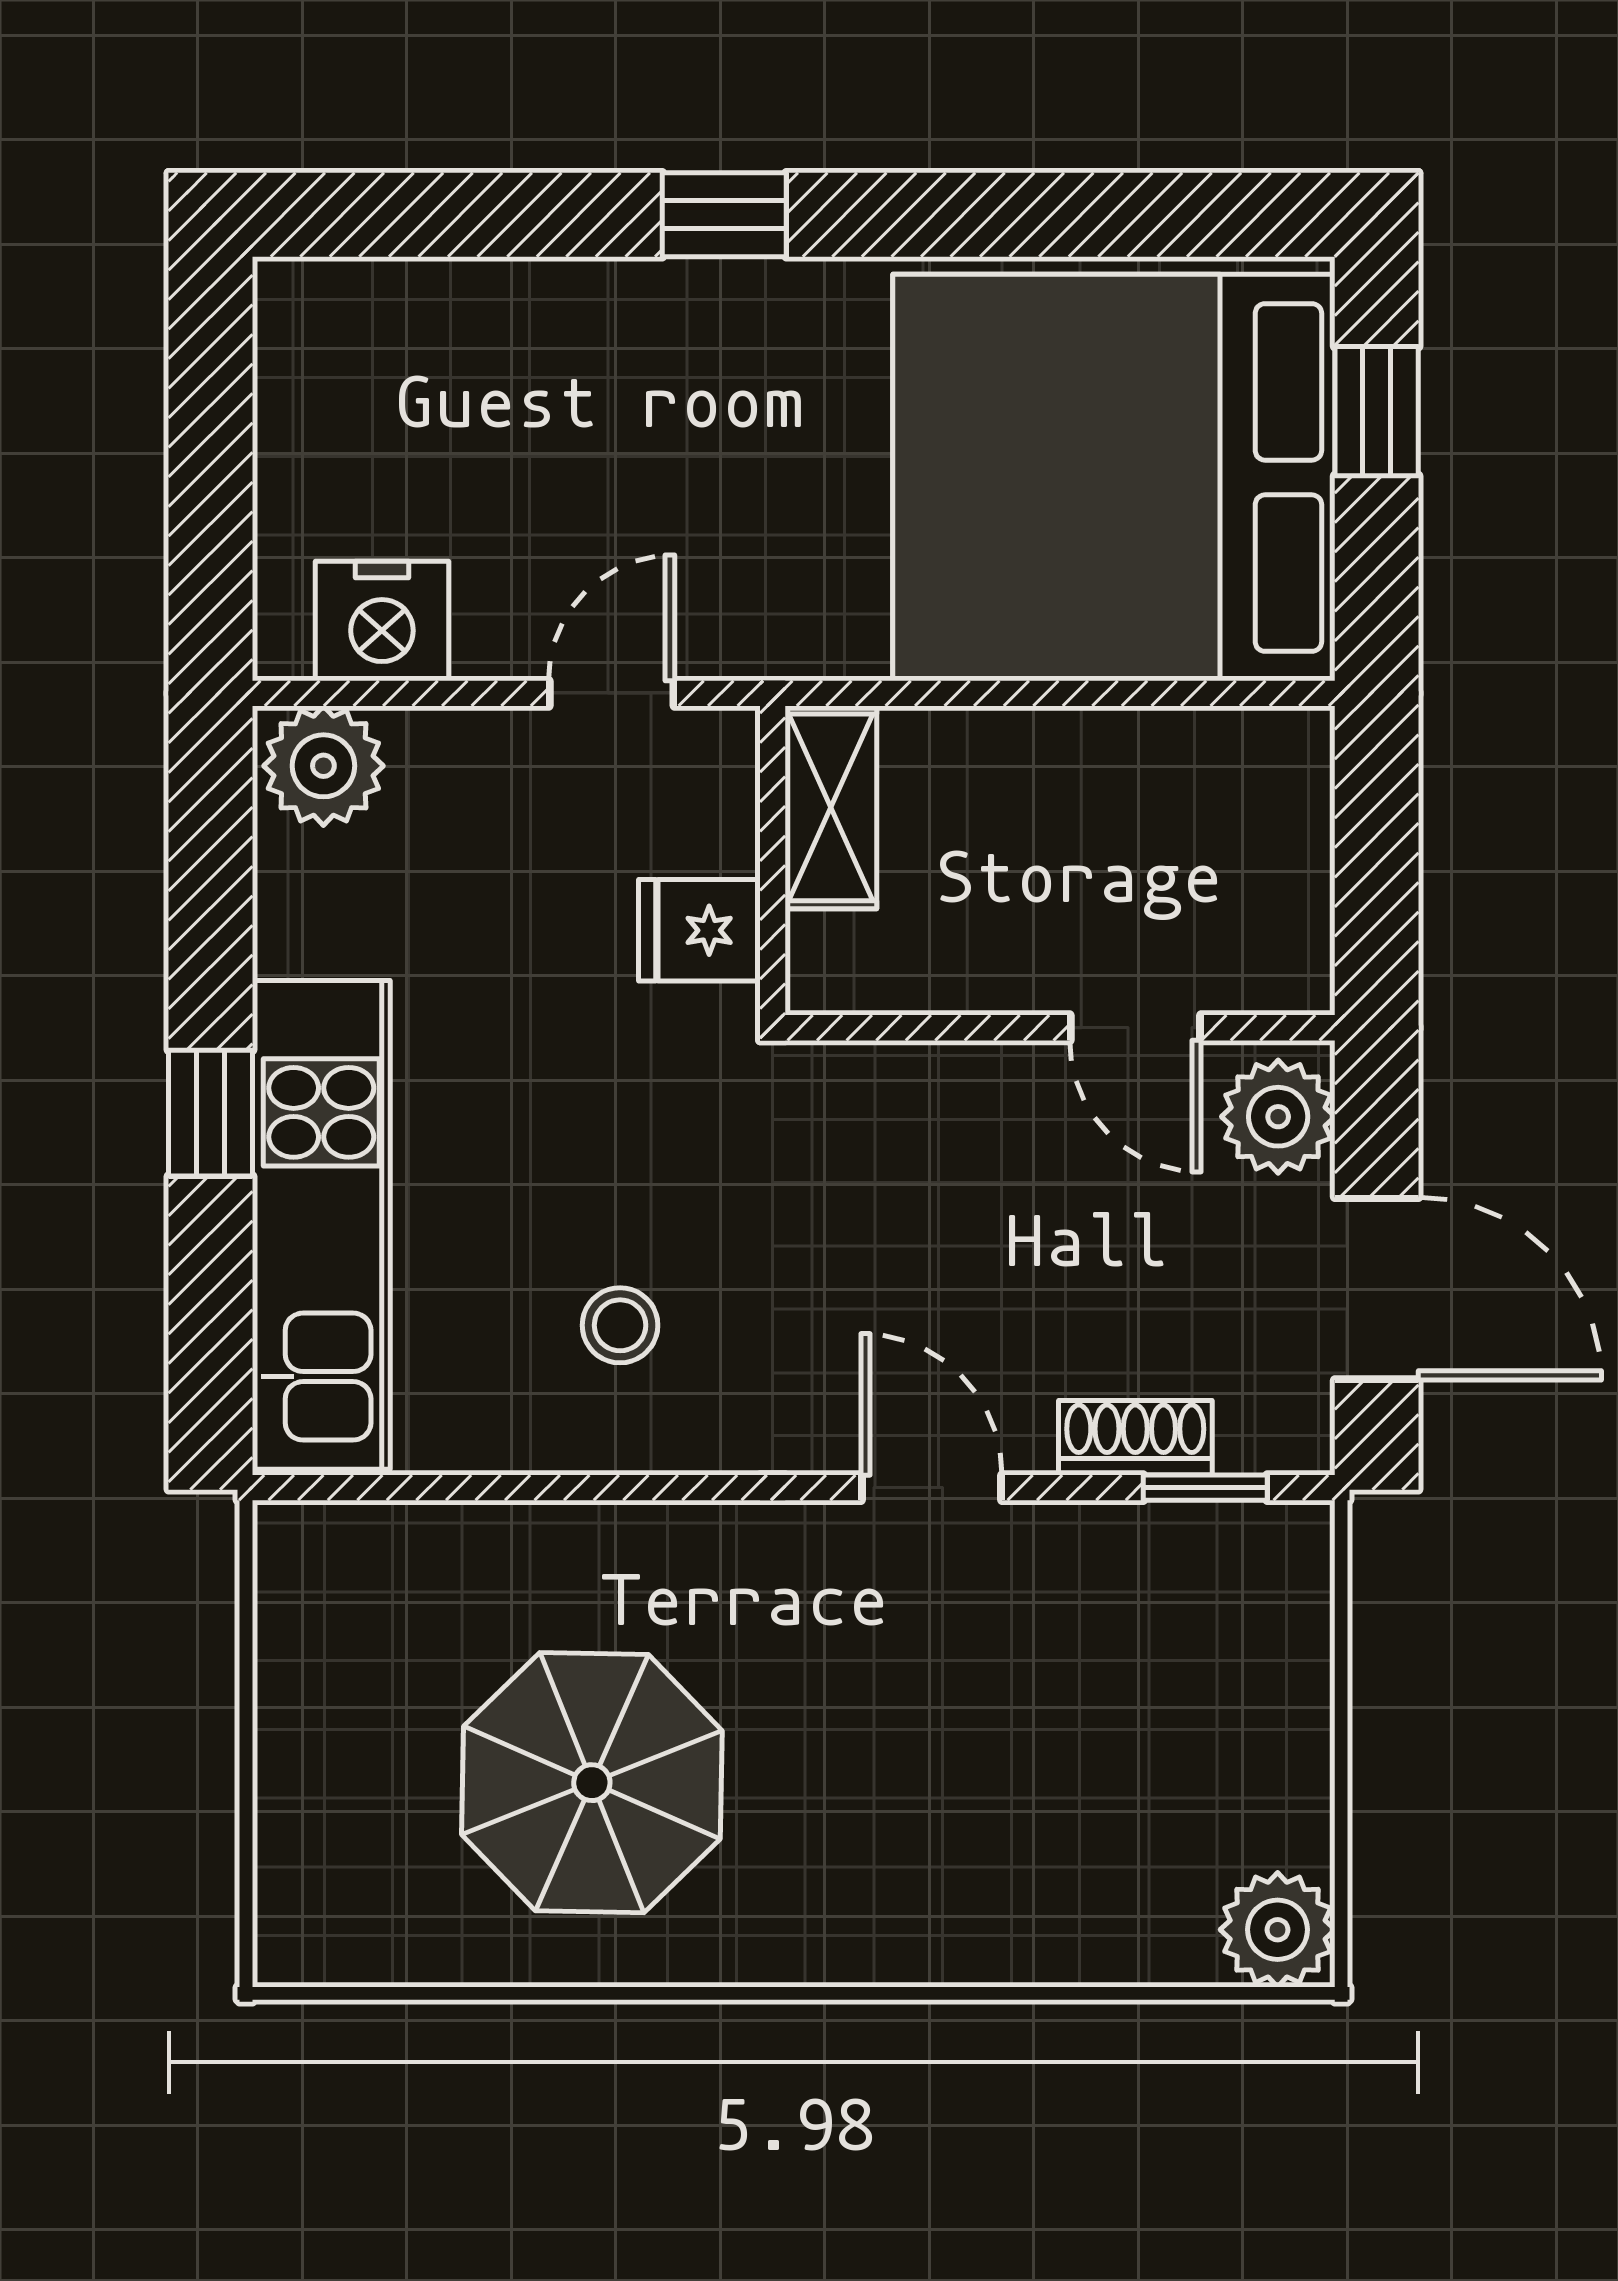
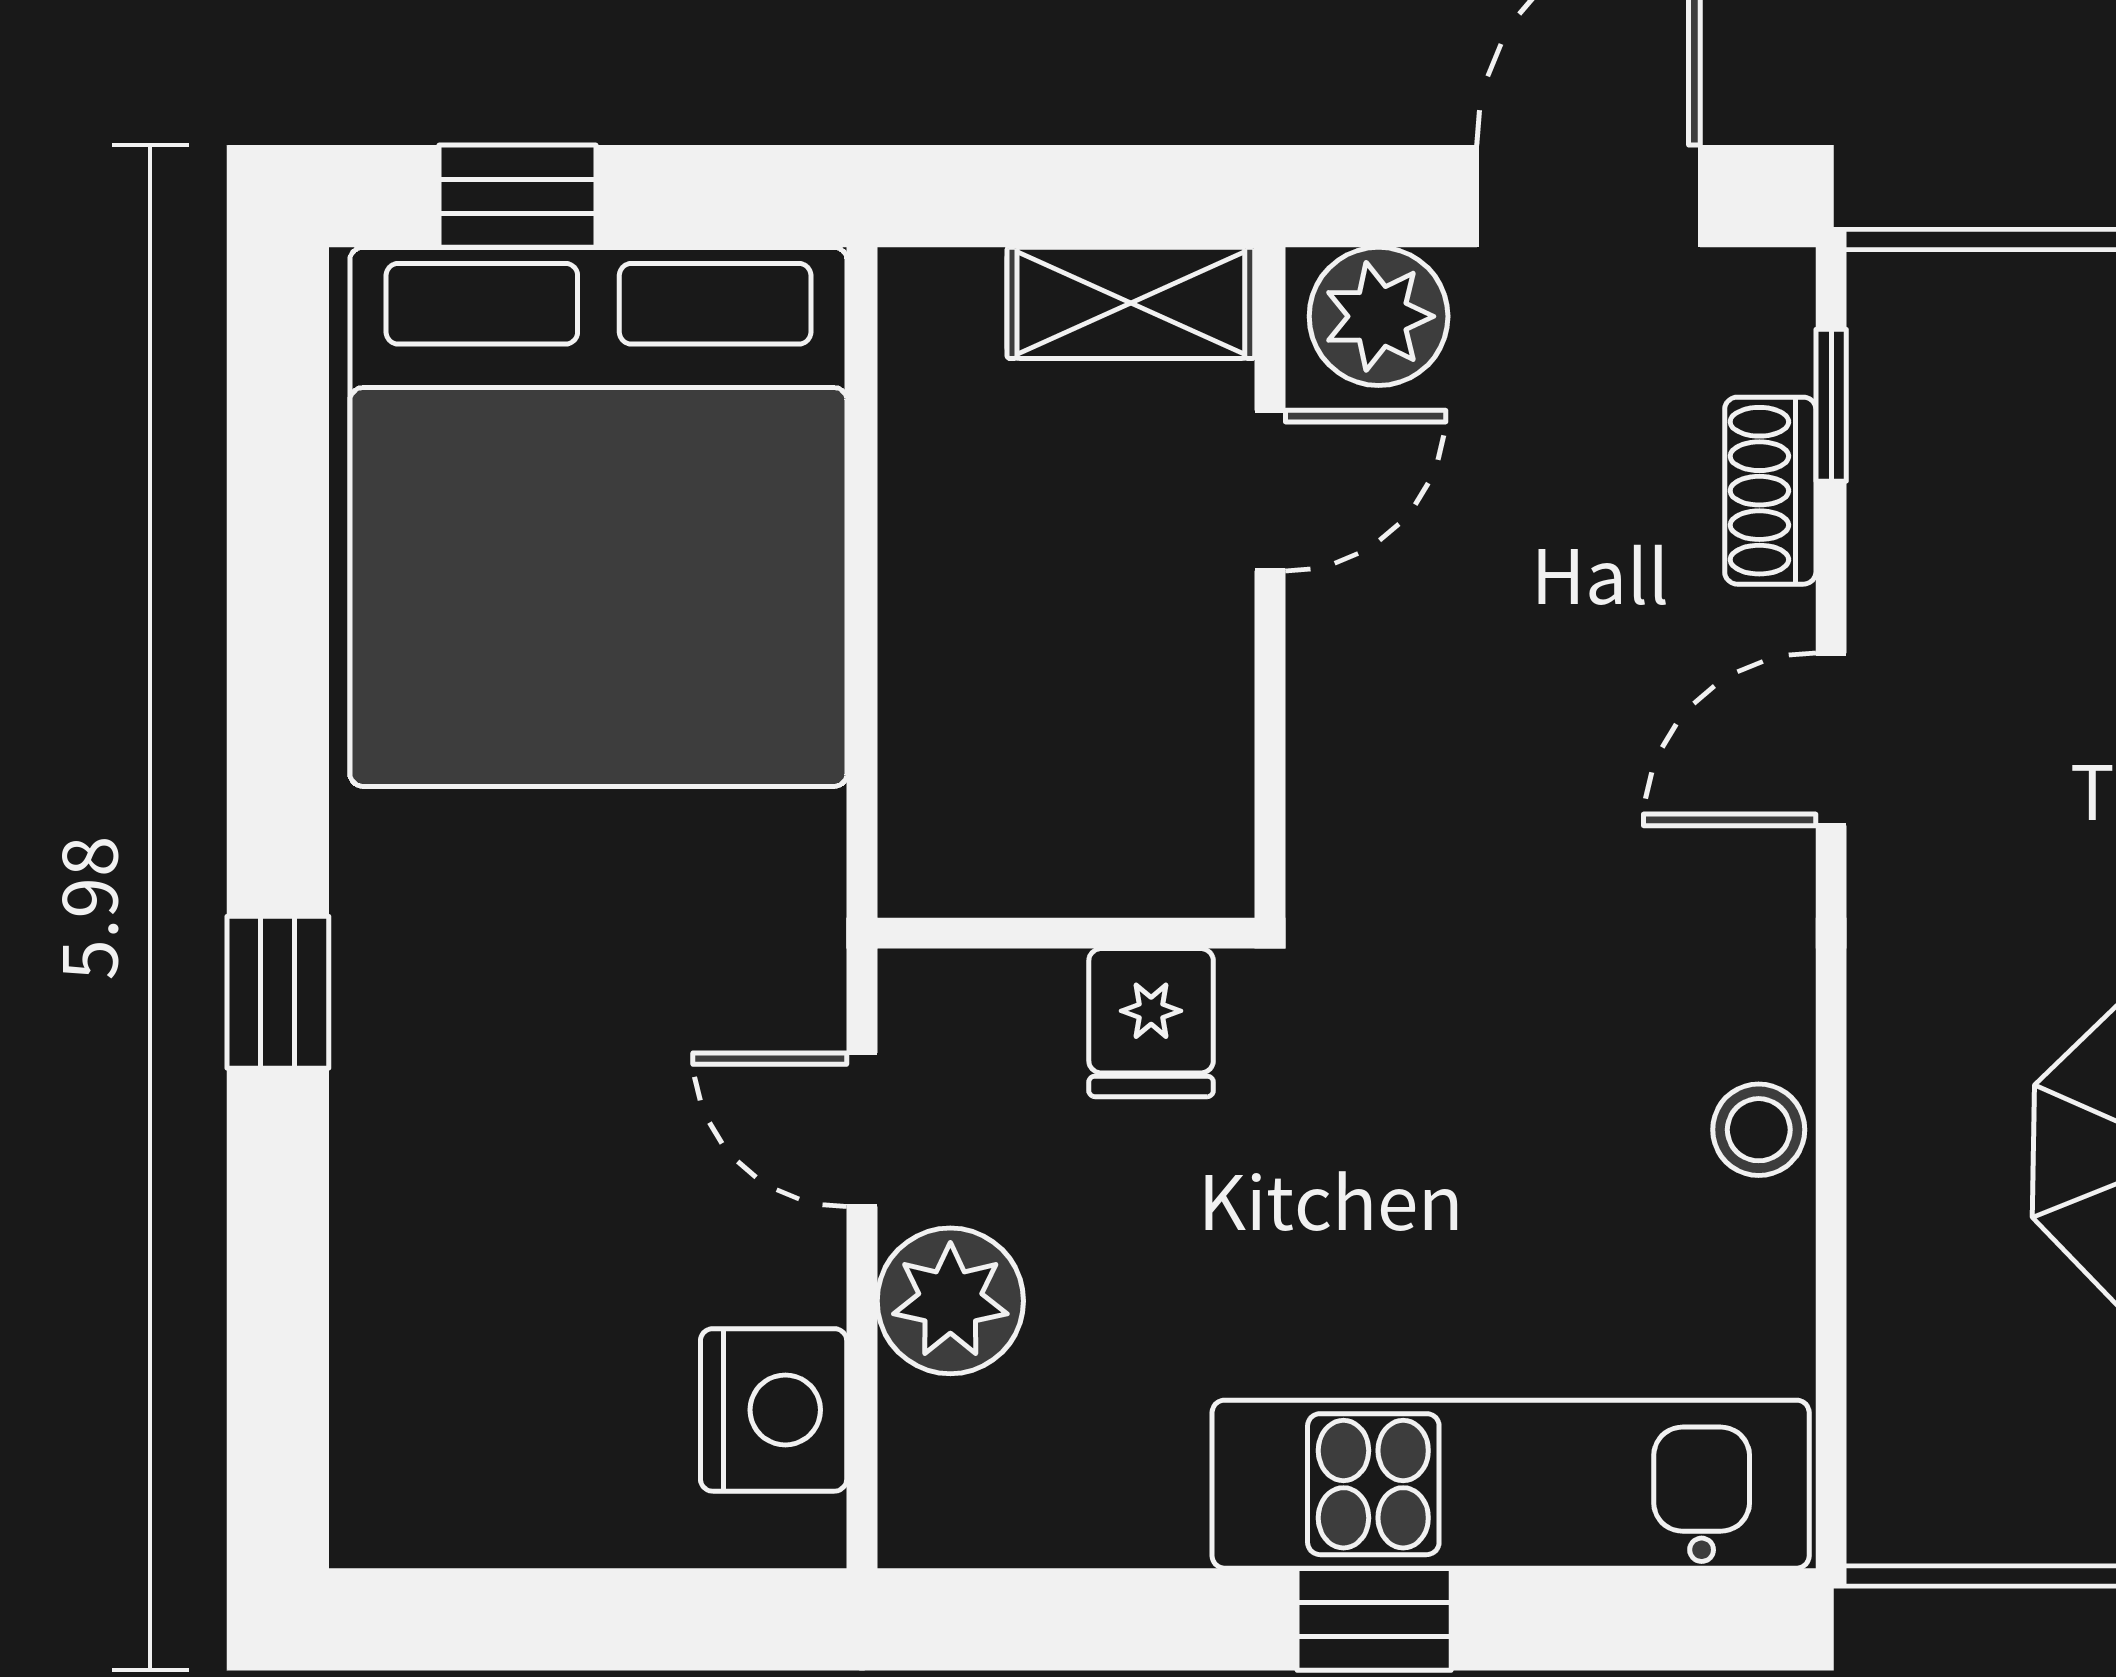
plant: (323, 766) -> (950, 1301), moved
shelving: (831, 807) -> (1131, 303), moved
stool: (620, 1325) -> (1759, 1130), moved

